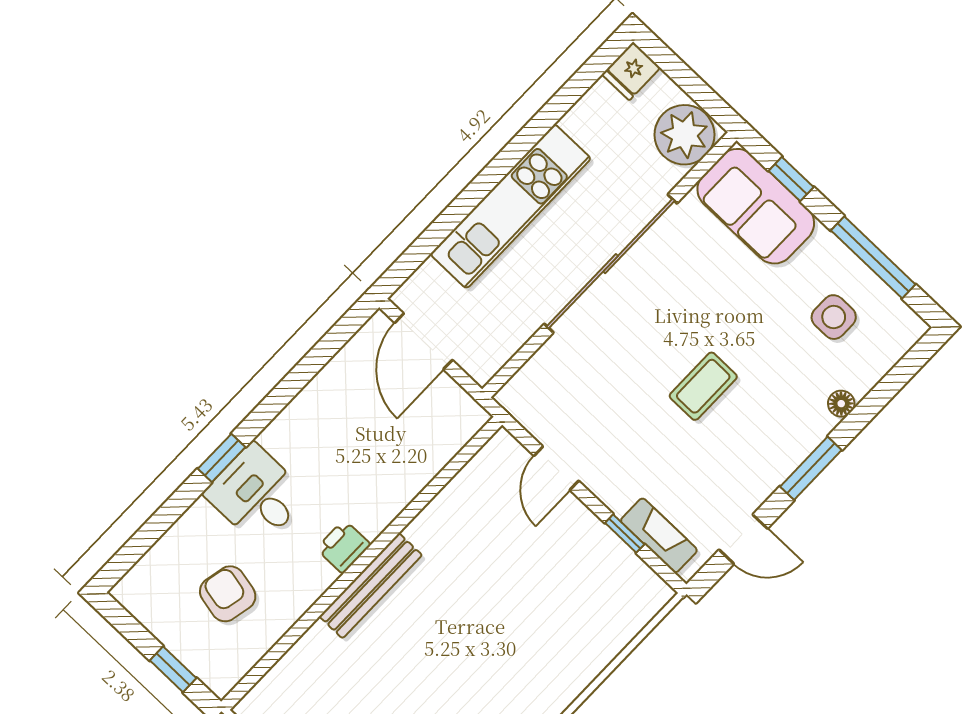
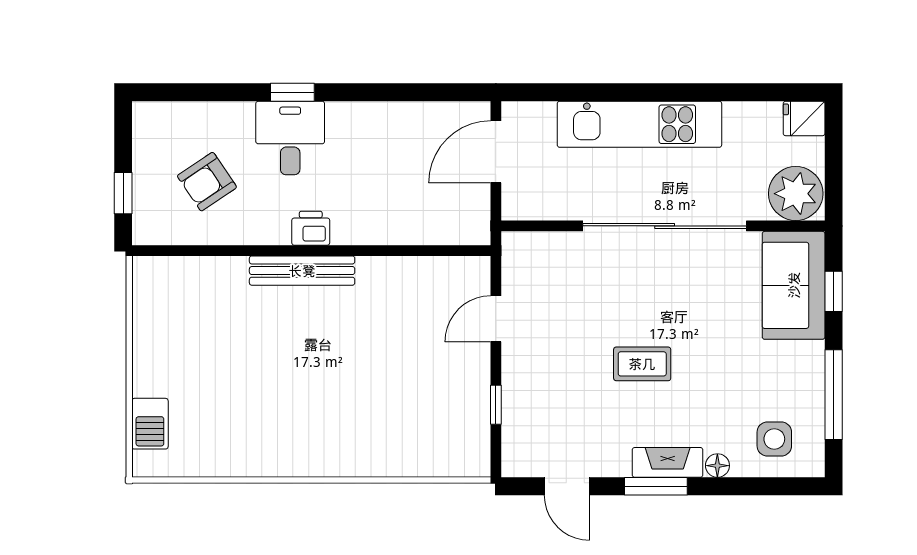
side table: (834, 317) -> (774, 439), moved
fireplace: (659, 535) -> (668, 462), moved, turned -90
armchair: (228, 594) -> (207, 182), turned -136

